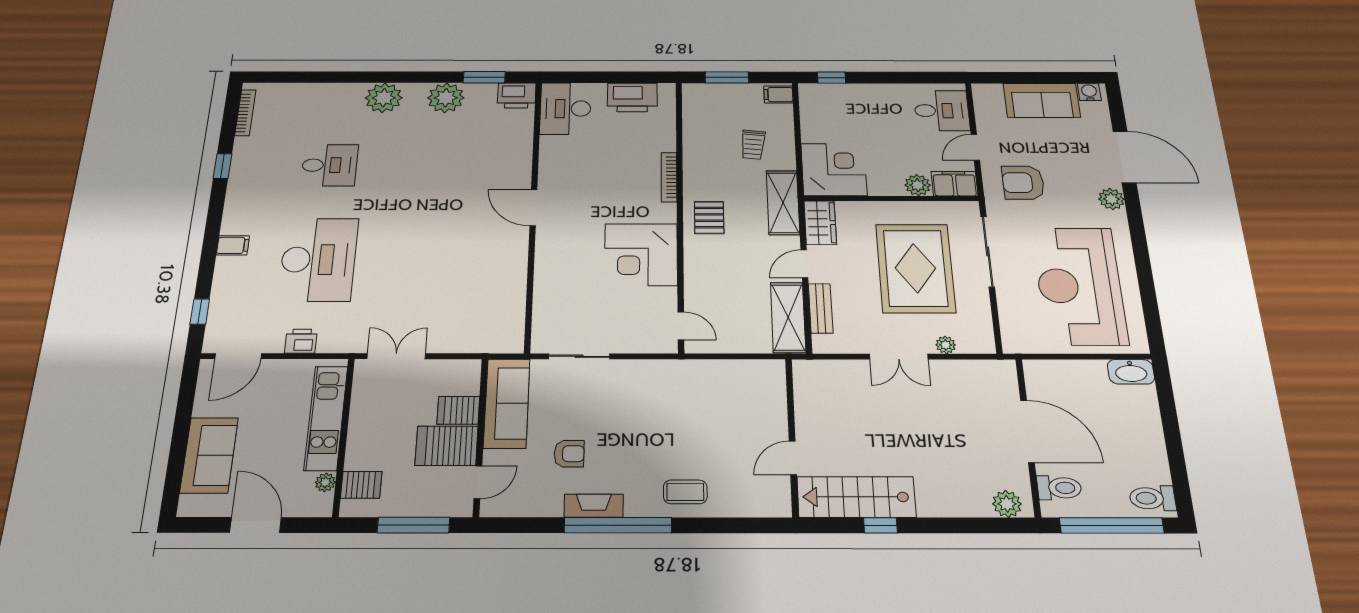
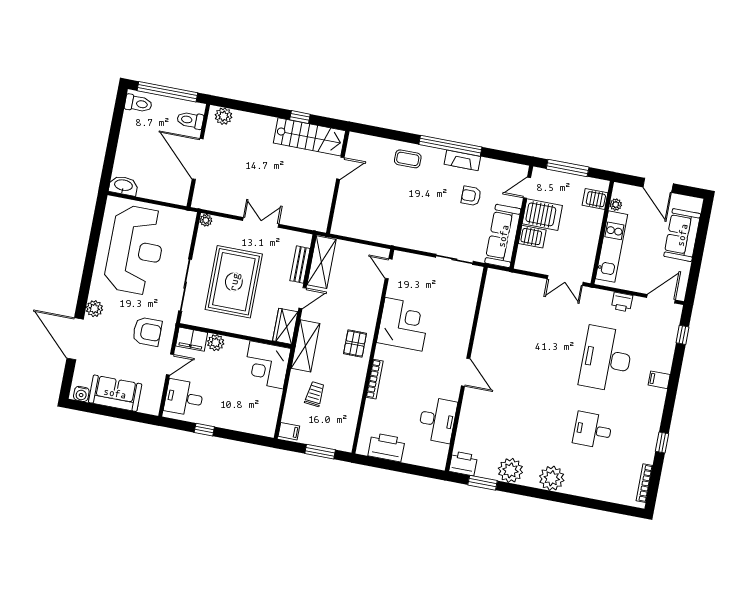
window: (832, 78) -> (204, 430), moved
desk: (565, 109) -> (437, 420), moved
plant: (946, 345) -> (206, 220), moved

